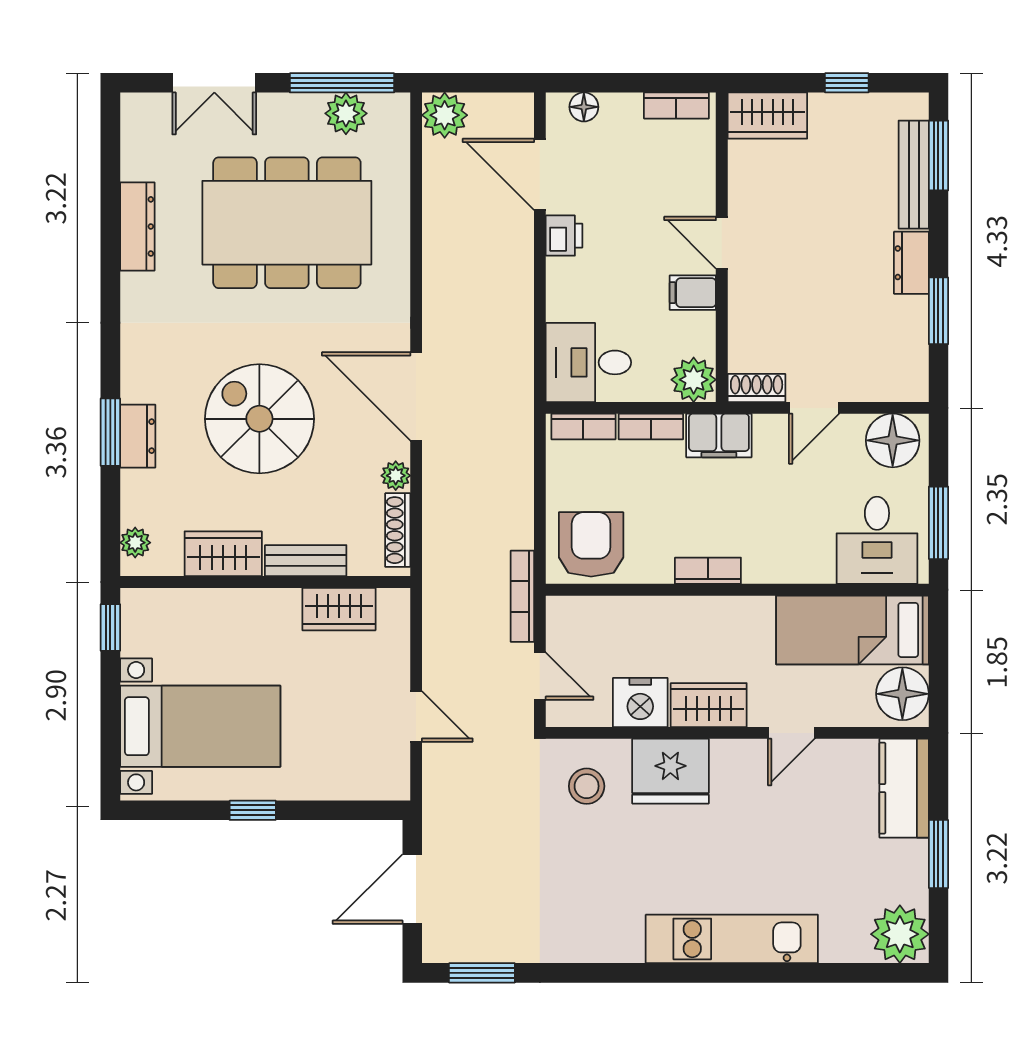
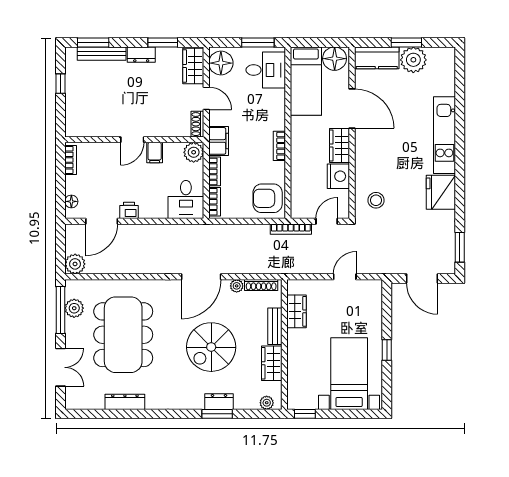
wardrobe: (767, 116) -> (193, 66), moved, turned 180
door: (791, 733) -> (352, 108), width x1.88
fridge: (670, 771) -> (441, 192), moved, turned 180
plant: (900, 934) -> (413, 60), moved

